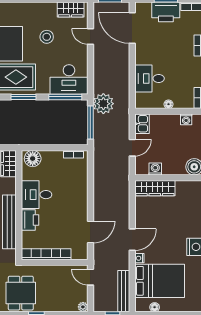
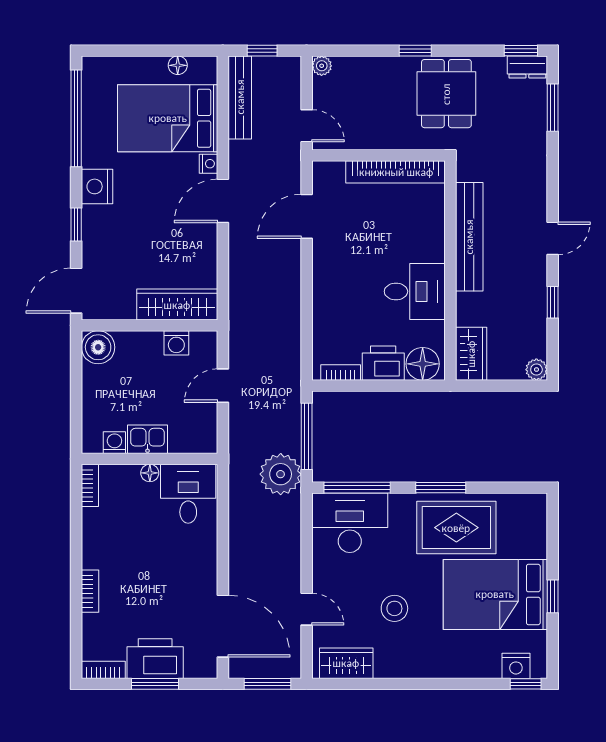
desk: (149, 78) -> (188, 494), moved, turned -90
kitchen sink: (142, 124) -> (147, 439), moved, turned 90
printer: (30, 220) -> (383, 363), moved, turned 90

